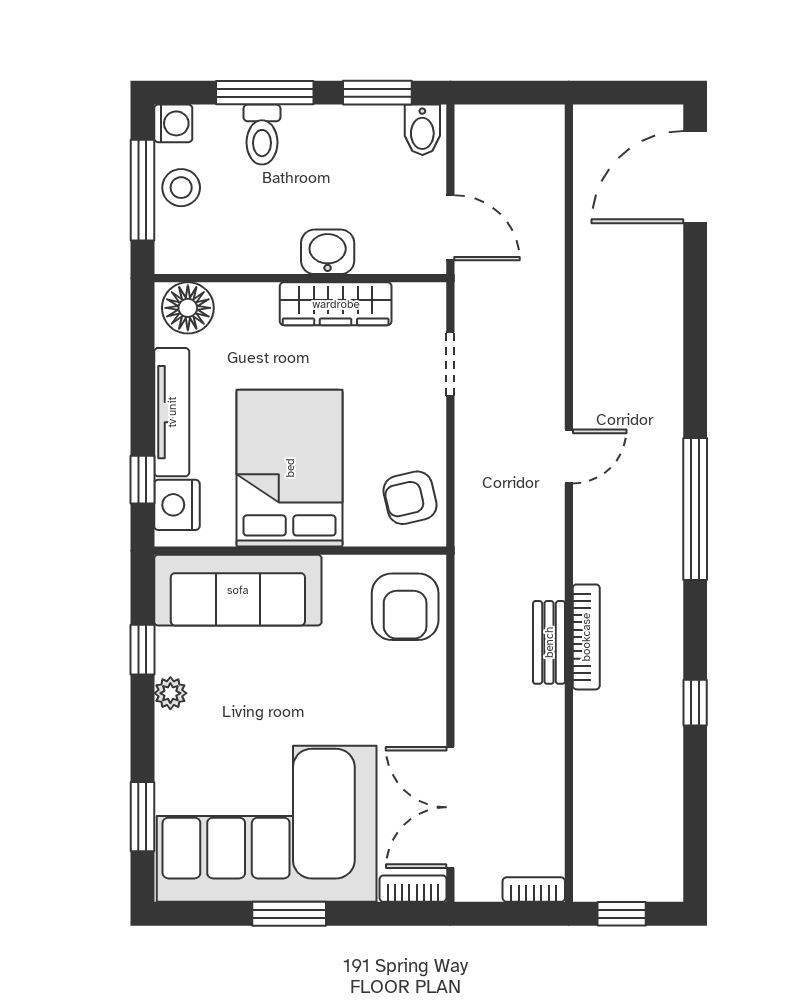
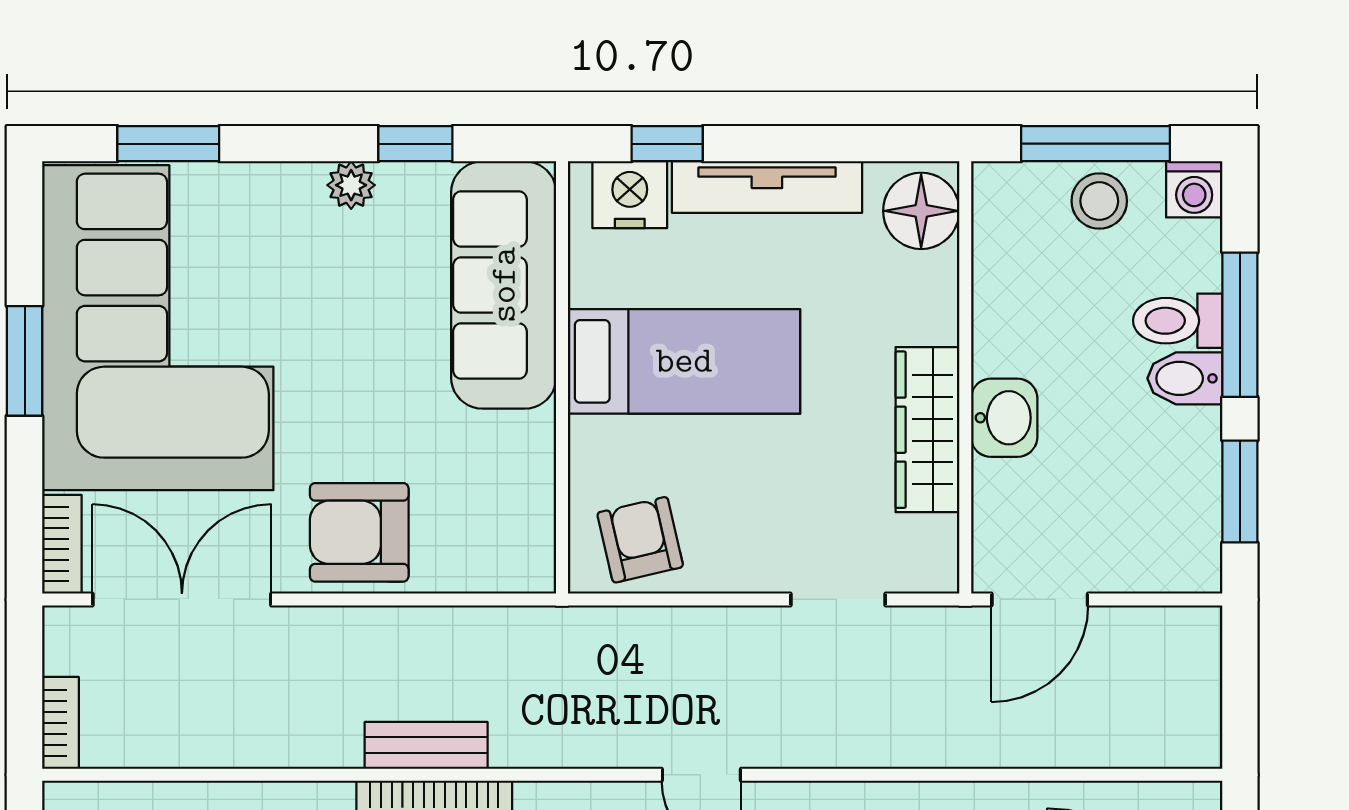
bidet: (422, 130) -> (1185, 378), moved
bed: (290, 468) -> (684, 361), width x0.67
armchair: (405, 607) -> (359, 532), moved

